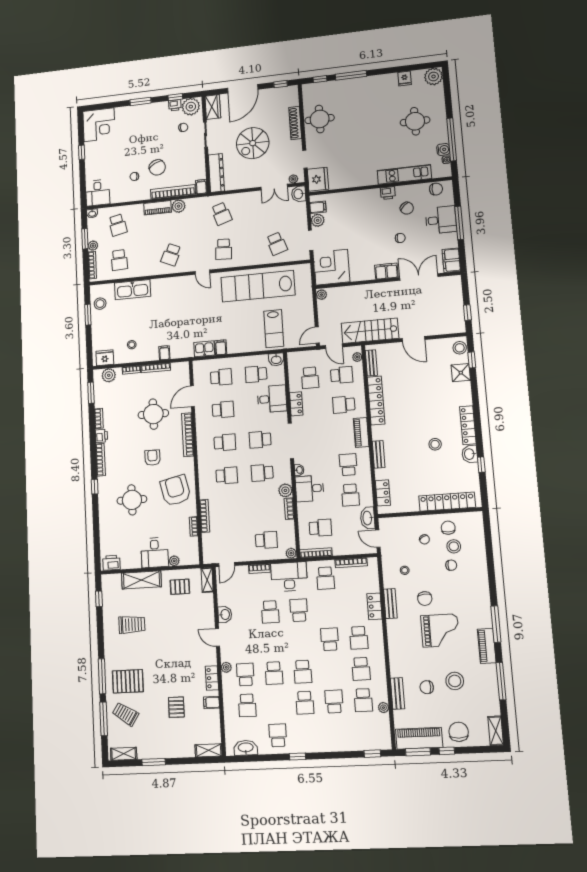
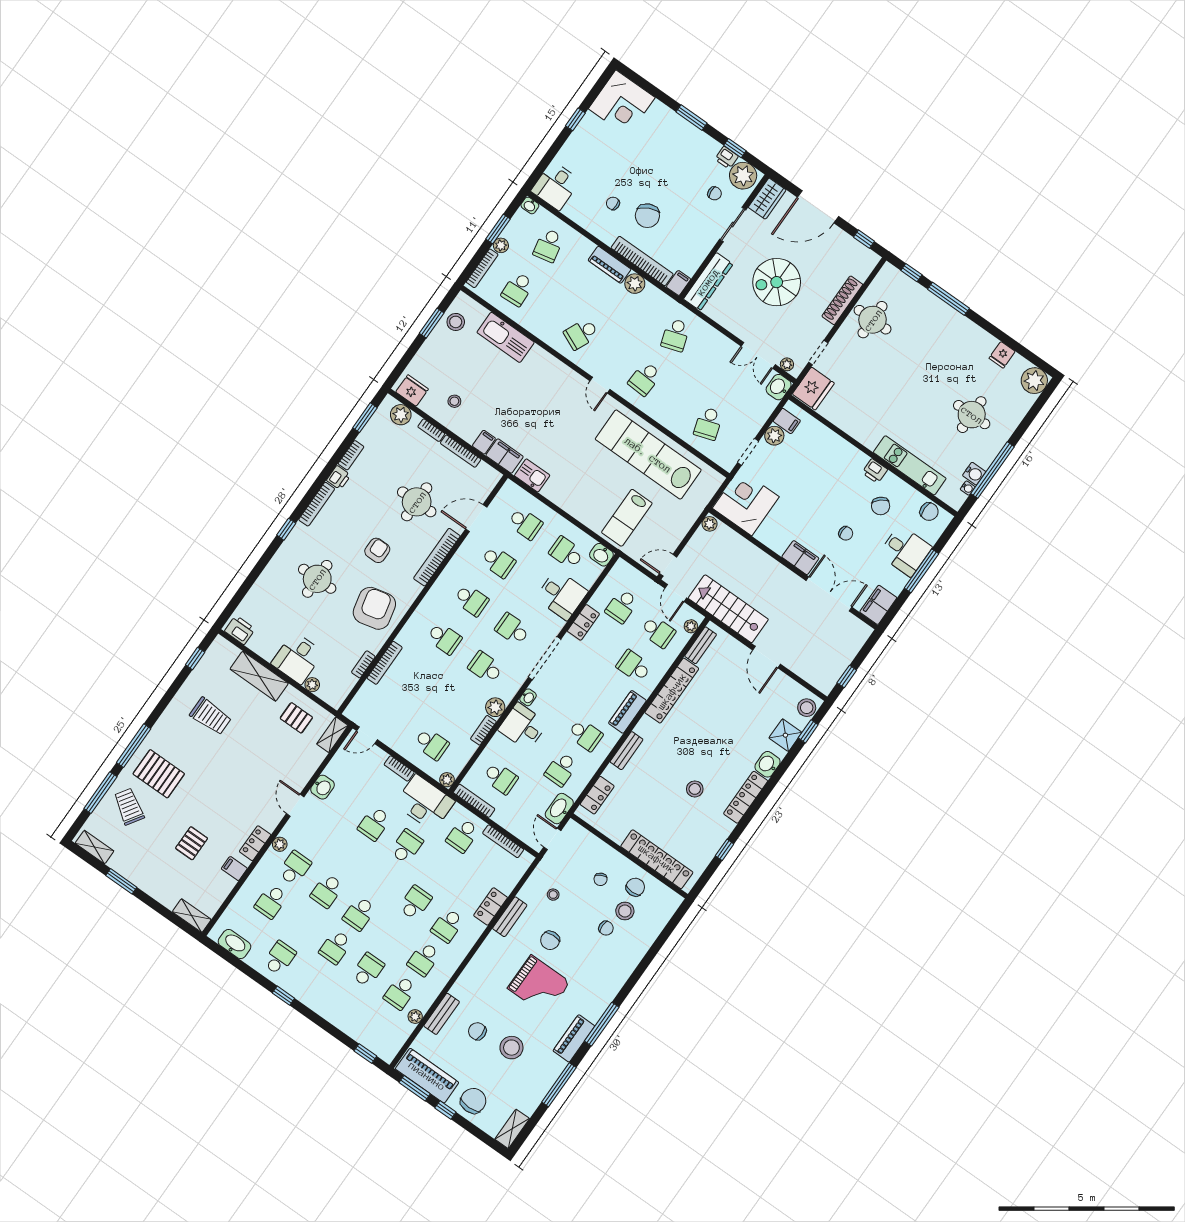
filing cabinet: (221, 347) -> (505, 456), moved, width x2.00
washbasin: (470, 454) -> (767, 764), moved
school desk: (348, 465) -> (585, 735), turned 90

